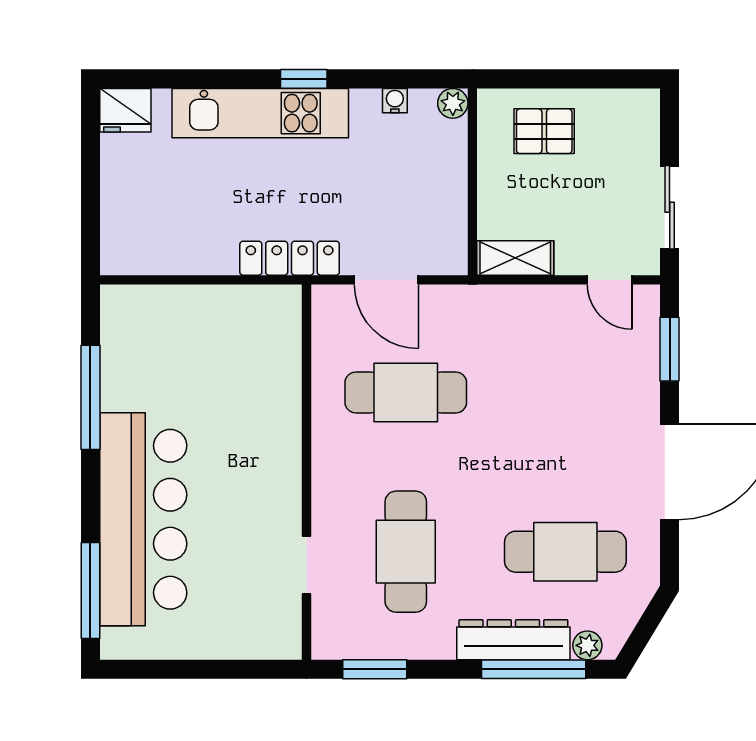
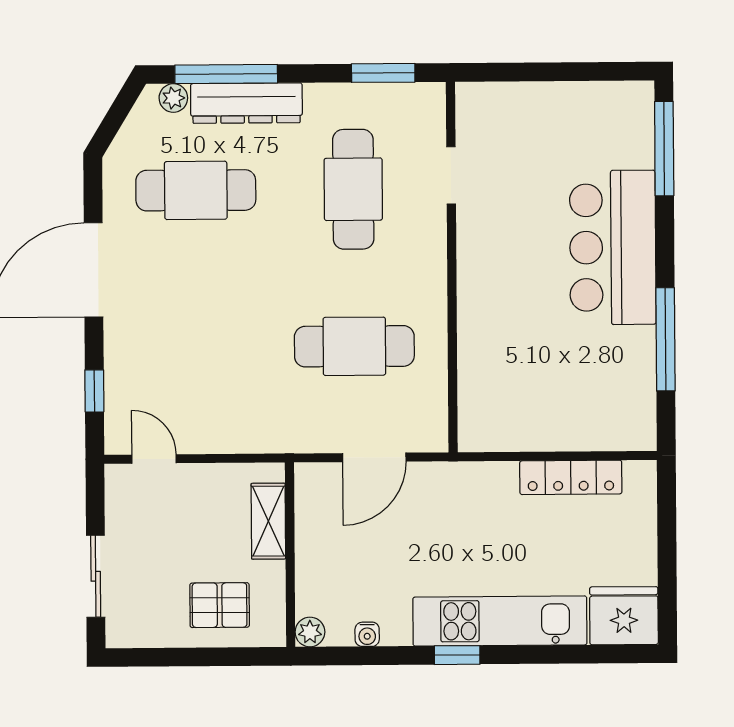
fridge: (125, 110) -> (624, 616), width x1.36, depth x1.34
sliding door: (670, 207) -> (96, 576), moved
locker: (290, 258) -> (571, 477), moved
shelving: (515, 258) -> (268, 521), moved, turned 90
door: (386, 280) -> (374, 457), swing flipped
window: (670, 349) -> (94, 391), width x0.67
bar counter: (143, 519) -> (613, 247), width x0.73

